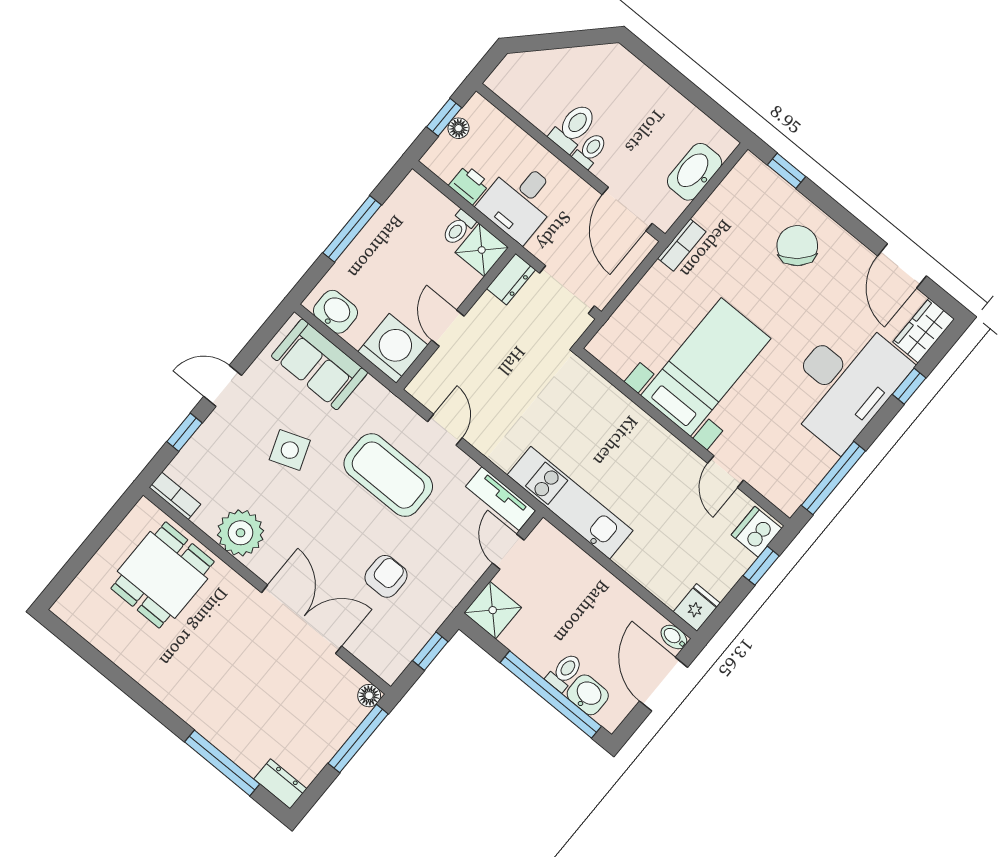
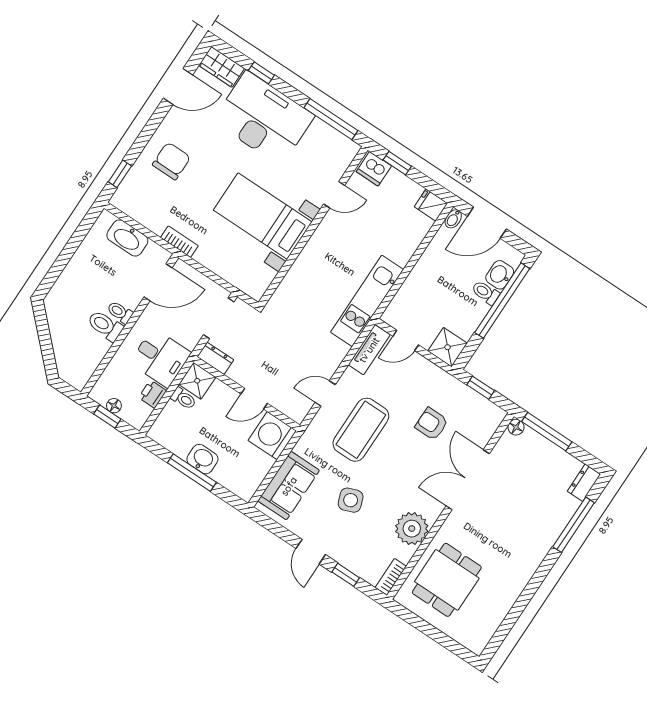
chair: (797, 246) -> (171, 161), turned 131
washbasin: (335, 312) -> (202, 459), moved, turned 90
dining table: (163, 575) -> (447, 580), turned 90

